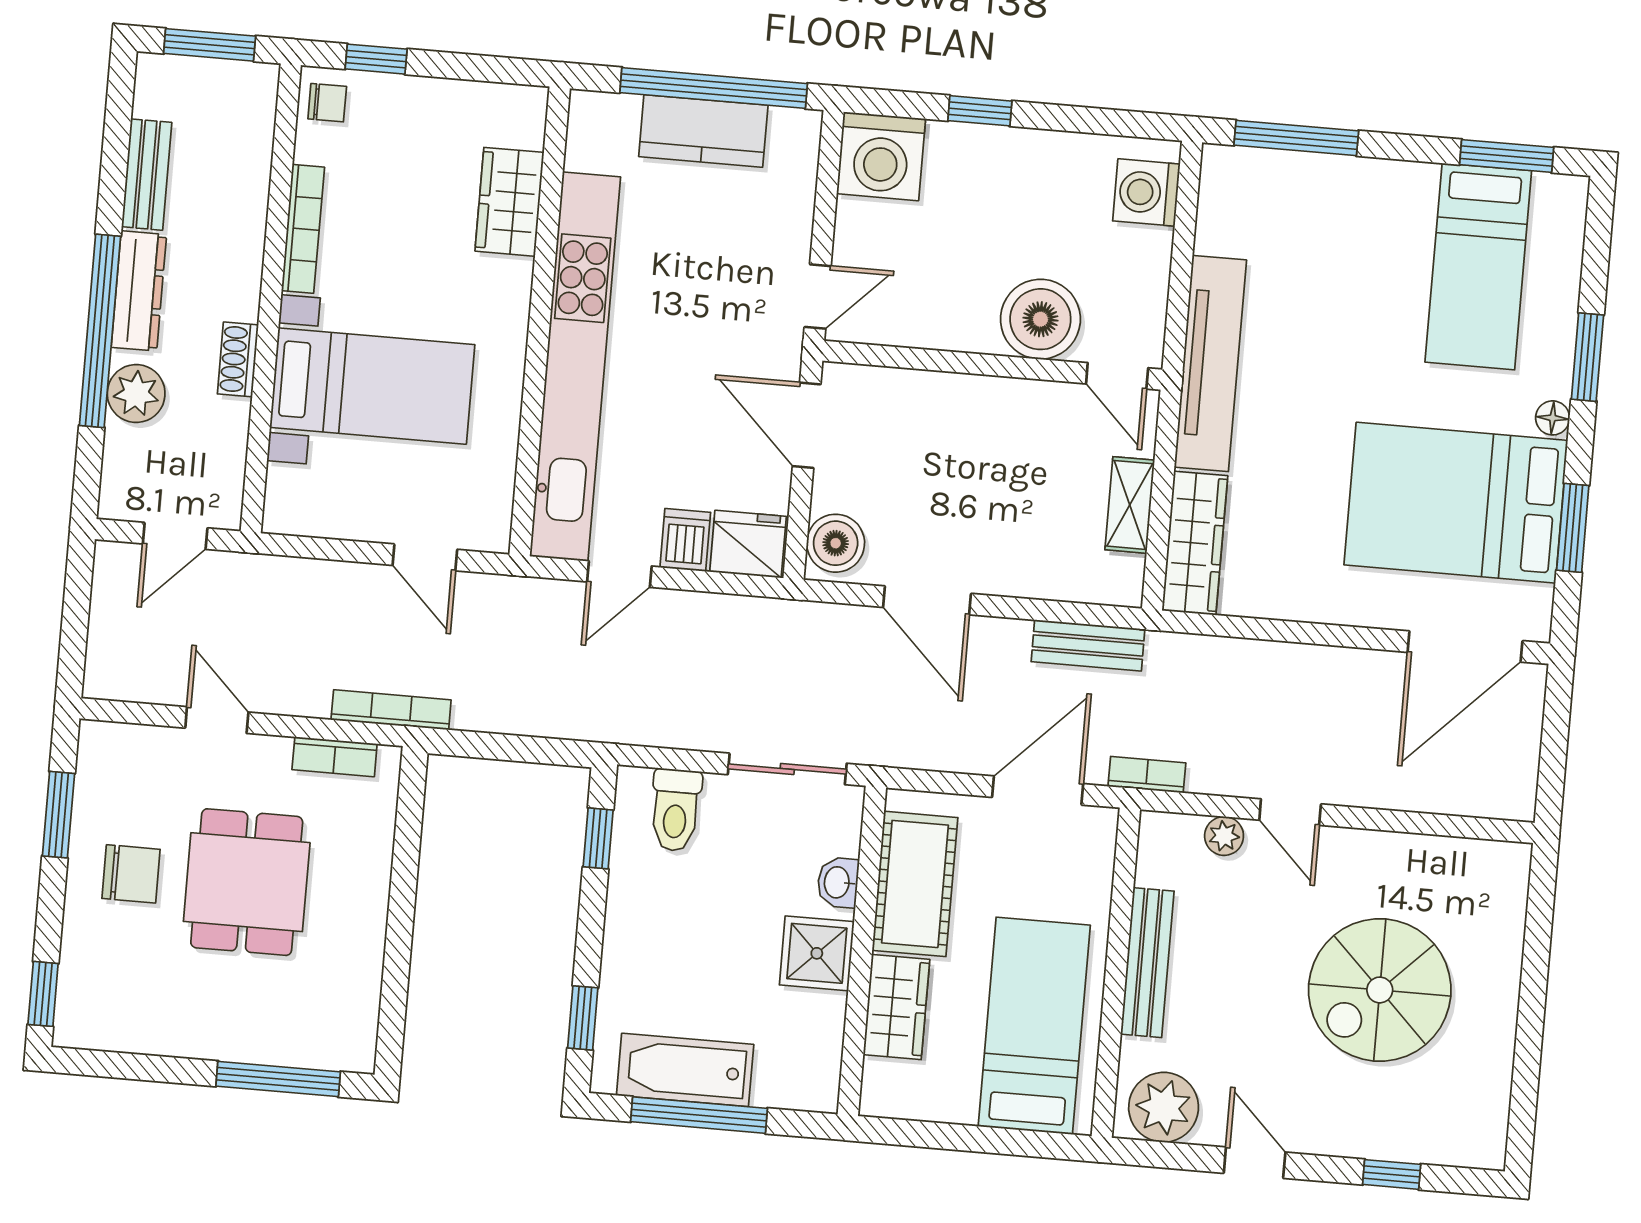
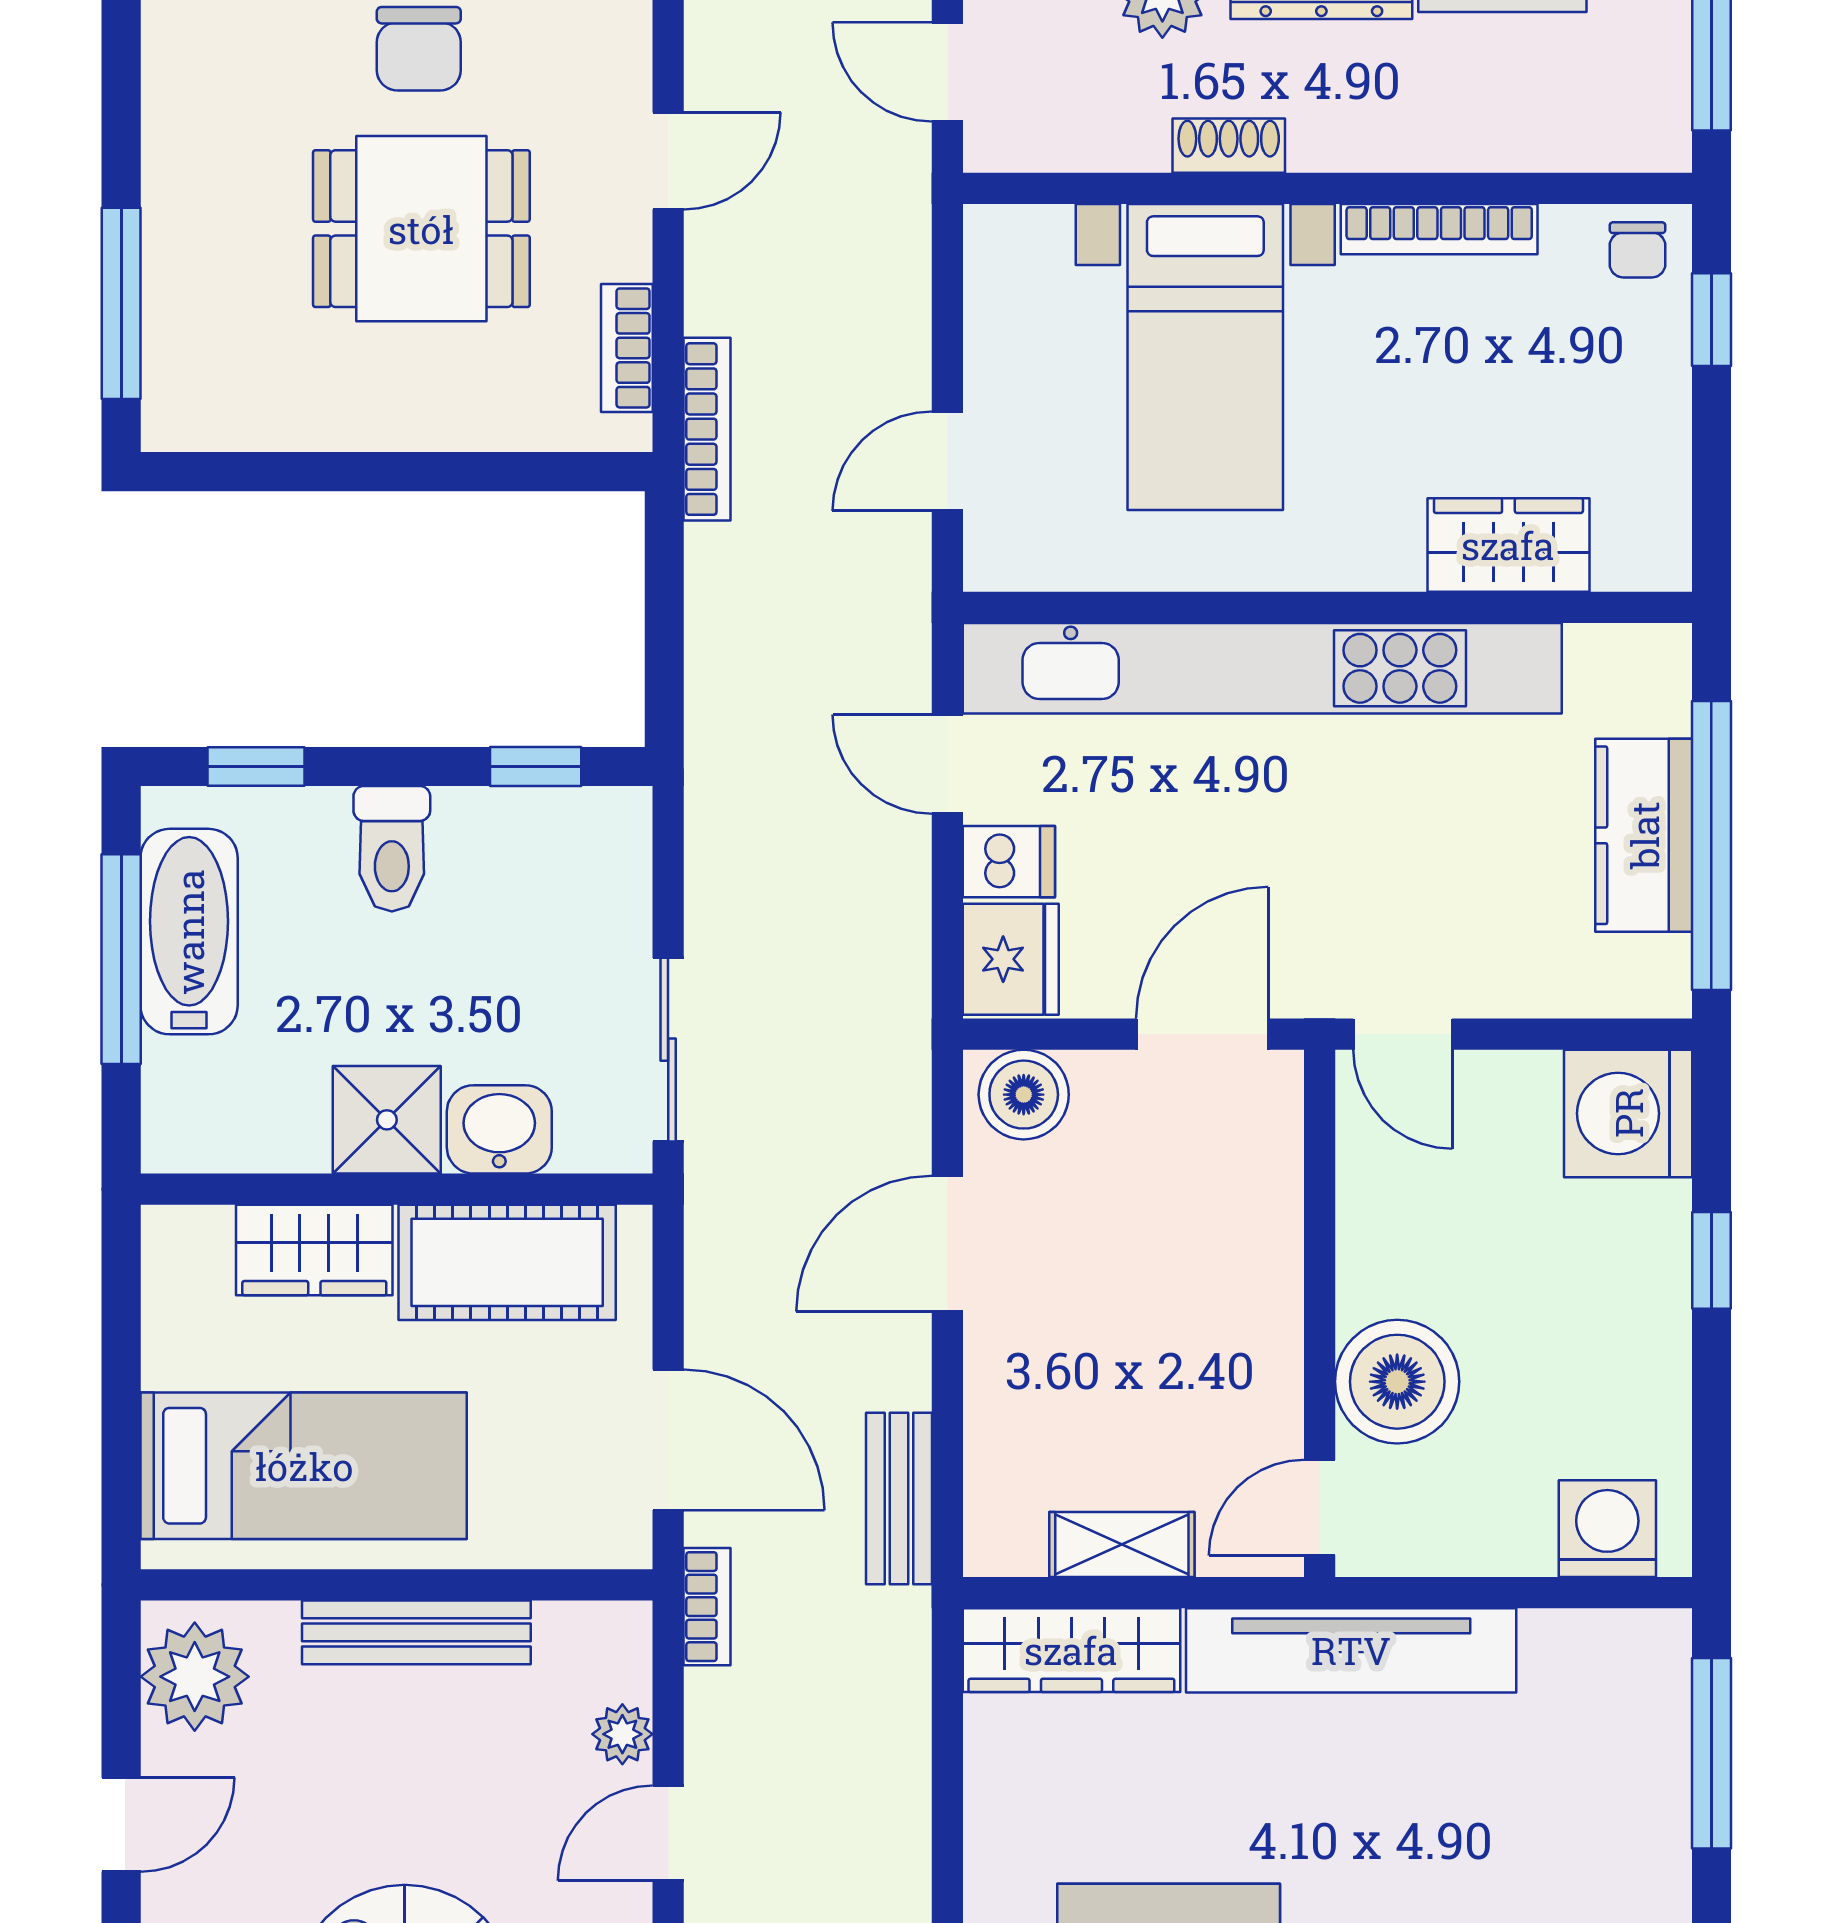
toilet: (675, 810) -> (392, 849), moved, turned -90
washbasin: (838, 882) -> (499, 1129), width x1.38, depth x1.45

